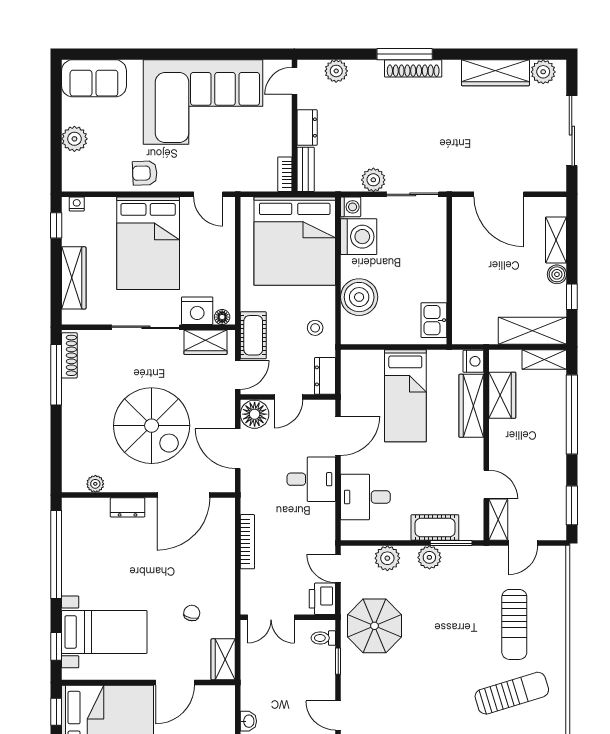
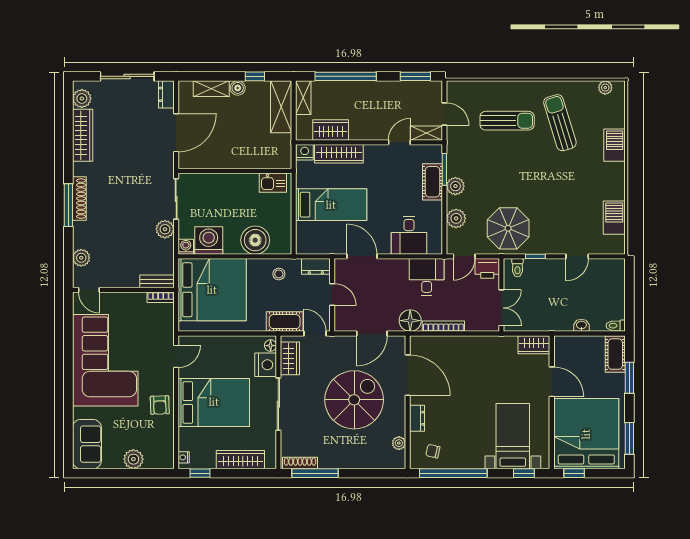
dresser: (307, 127) -> (166, 94), moved, turned -90
floor lamp: (255, 414) -> (410, 321), moved
desk: (311, 479) -> (427, 277), moved
chair: (192, 613) -> (433, 451), moved

